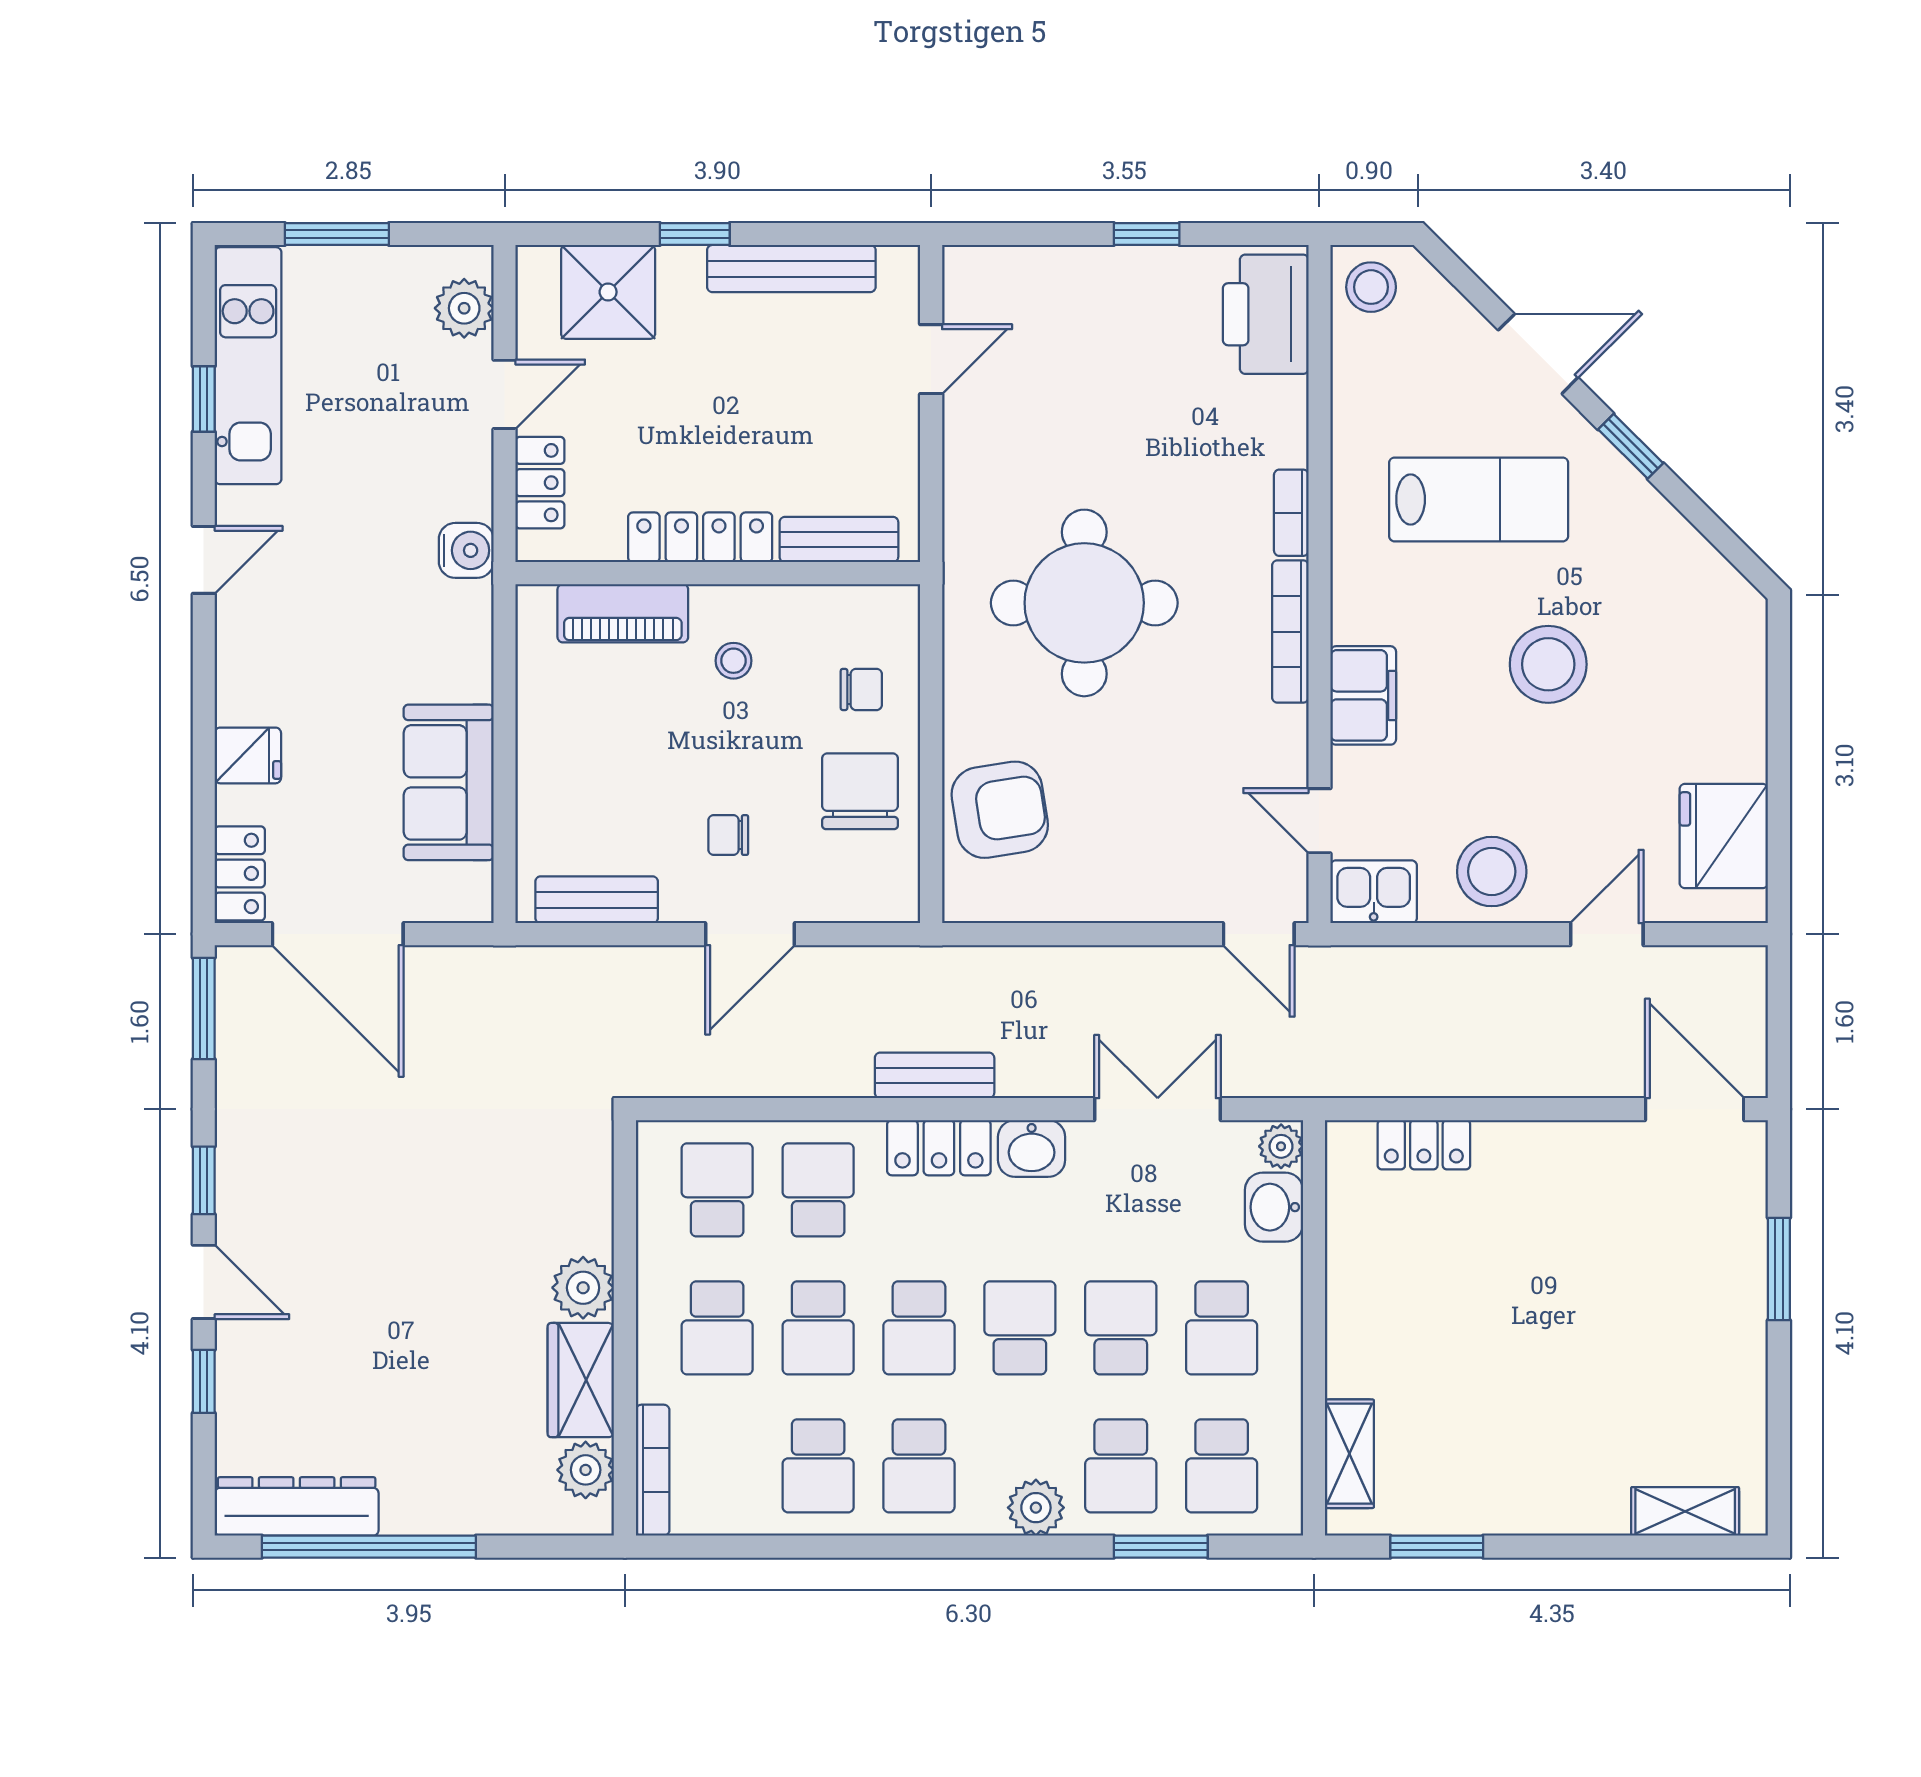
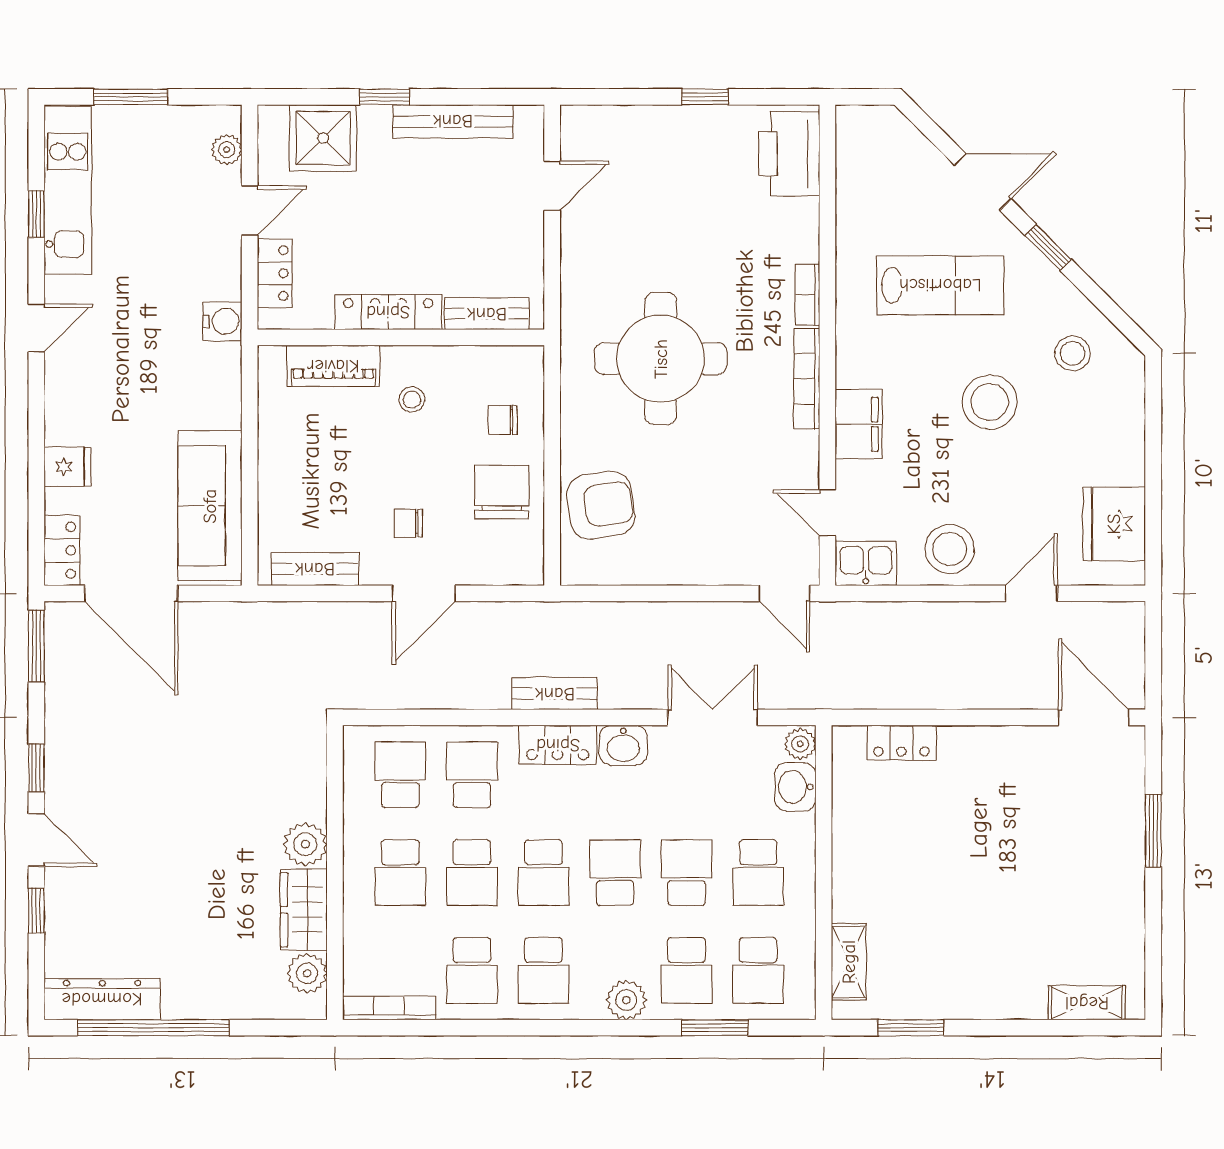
stool: (1371, 287) -> (1073, 353), moved
plant: (464, 308) -> (227, 150), width x0.73, depth x0.73
chair: (861, 689) -> (503, 420), turned 180
sofa: (449, 782) -> (210, 506), width x1.36
bookcase: (653, 1470) -> (389, 1008), moved, turned -90

